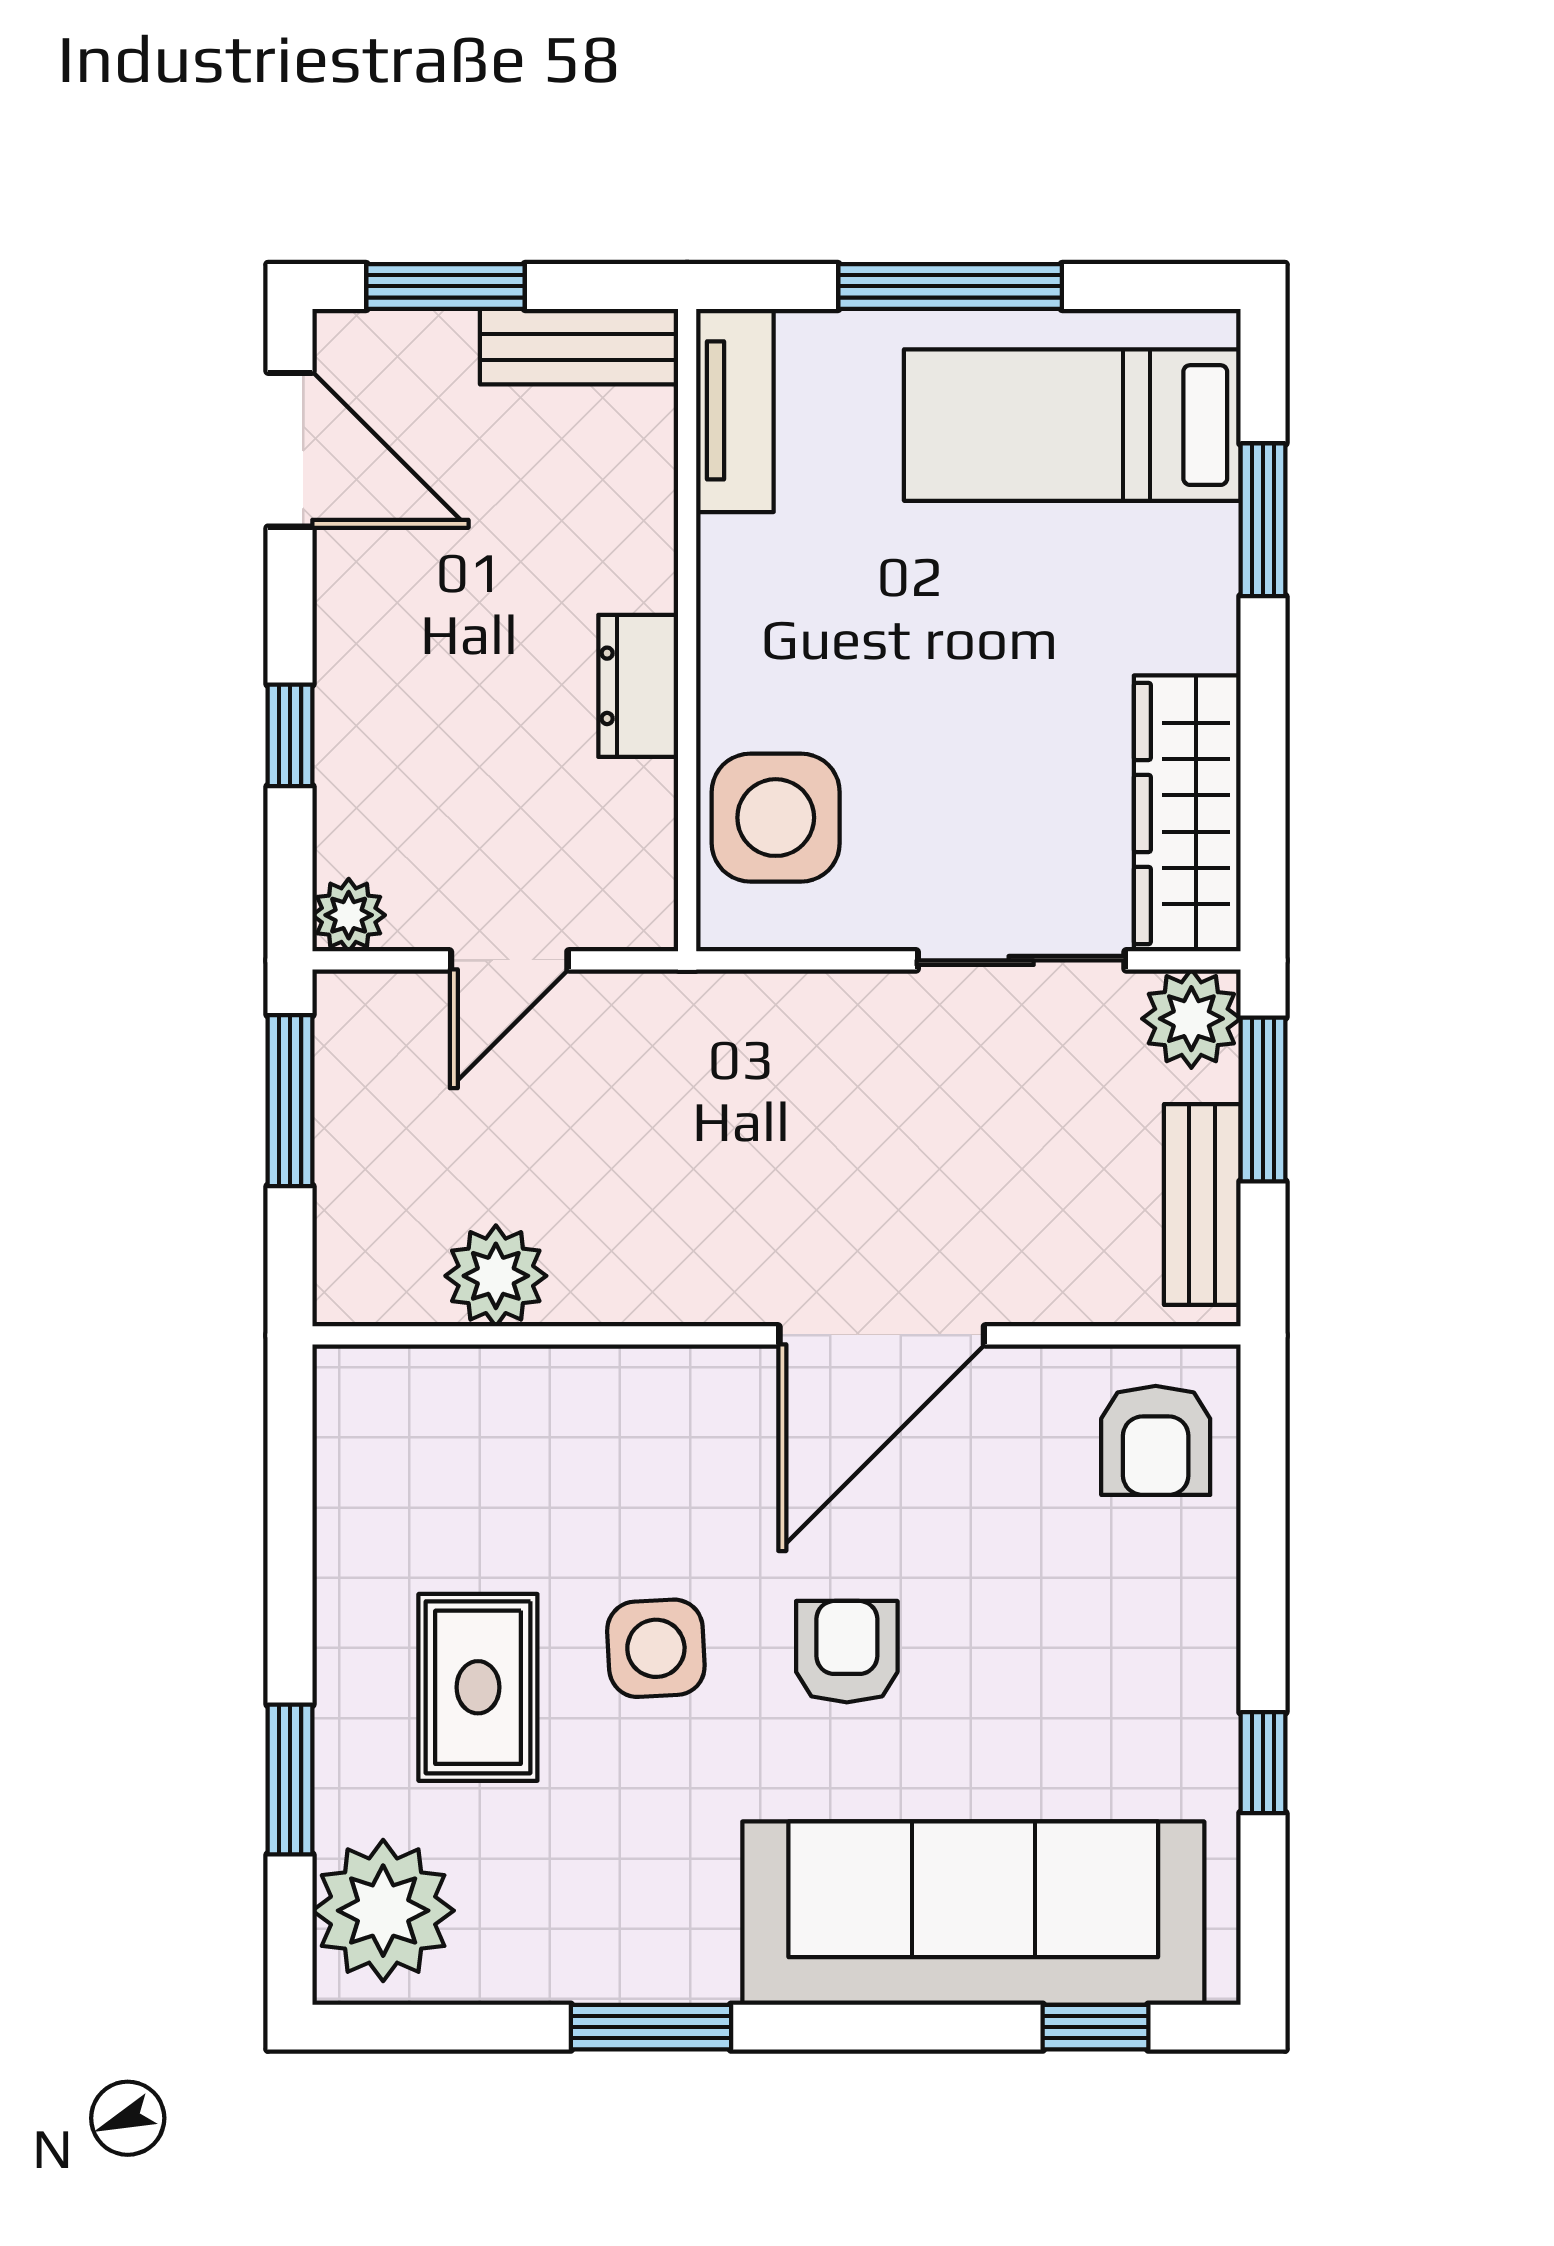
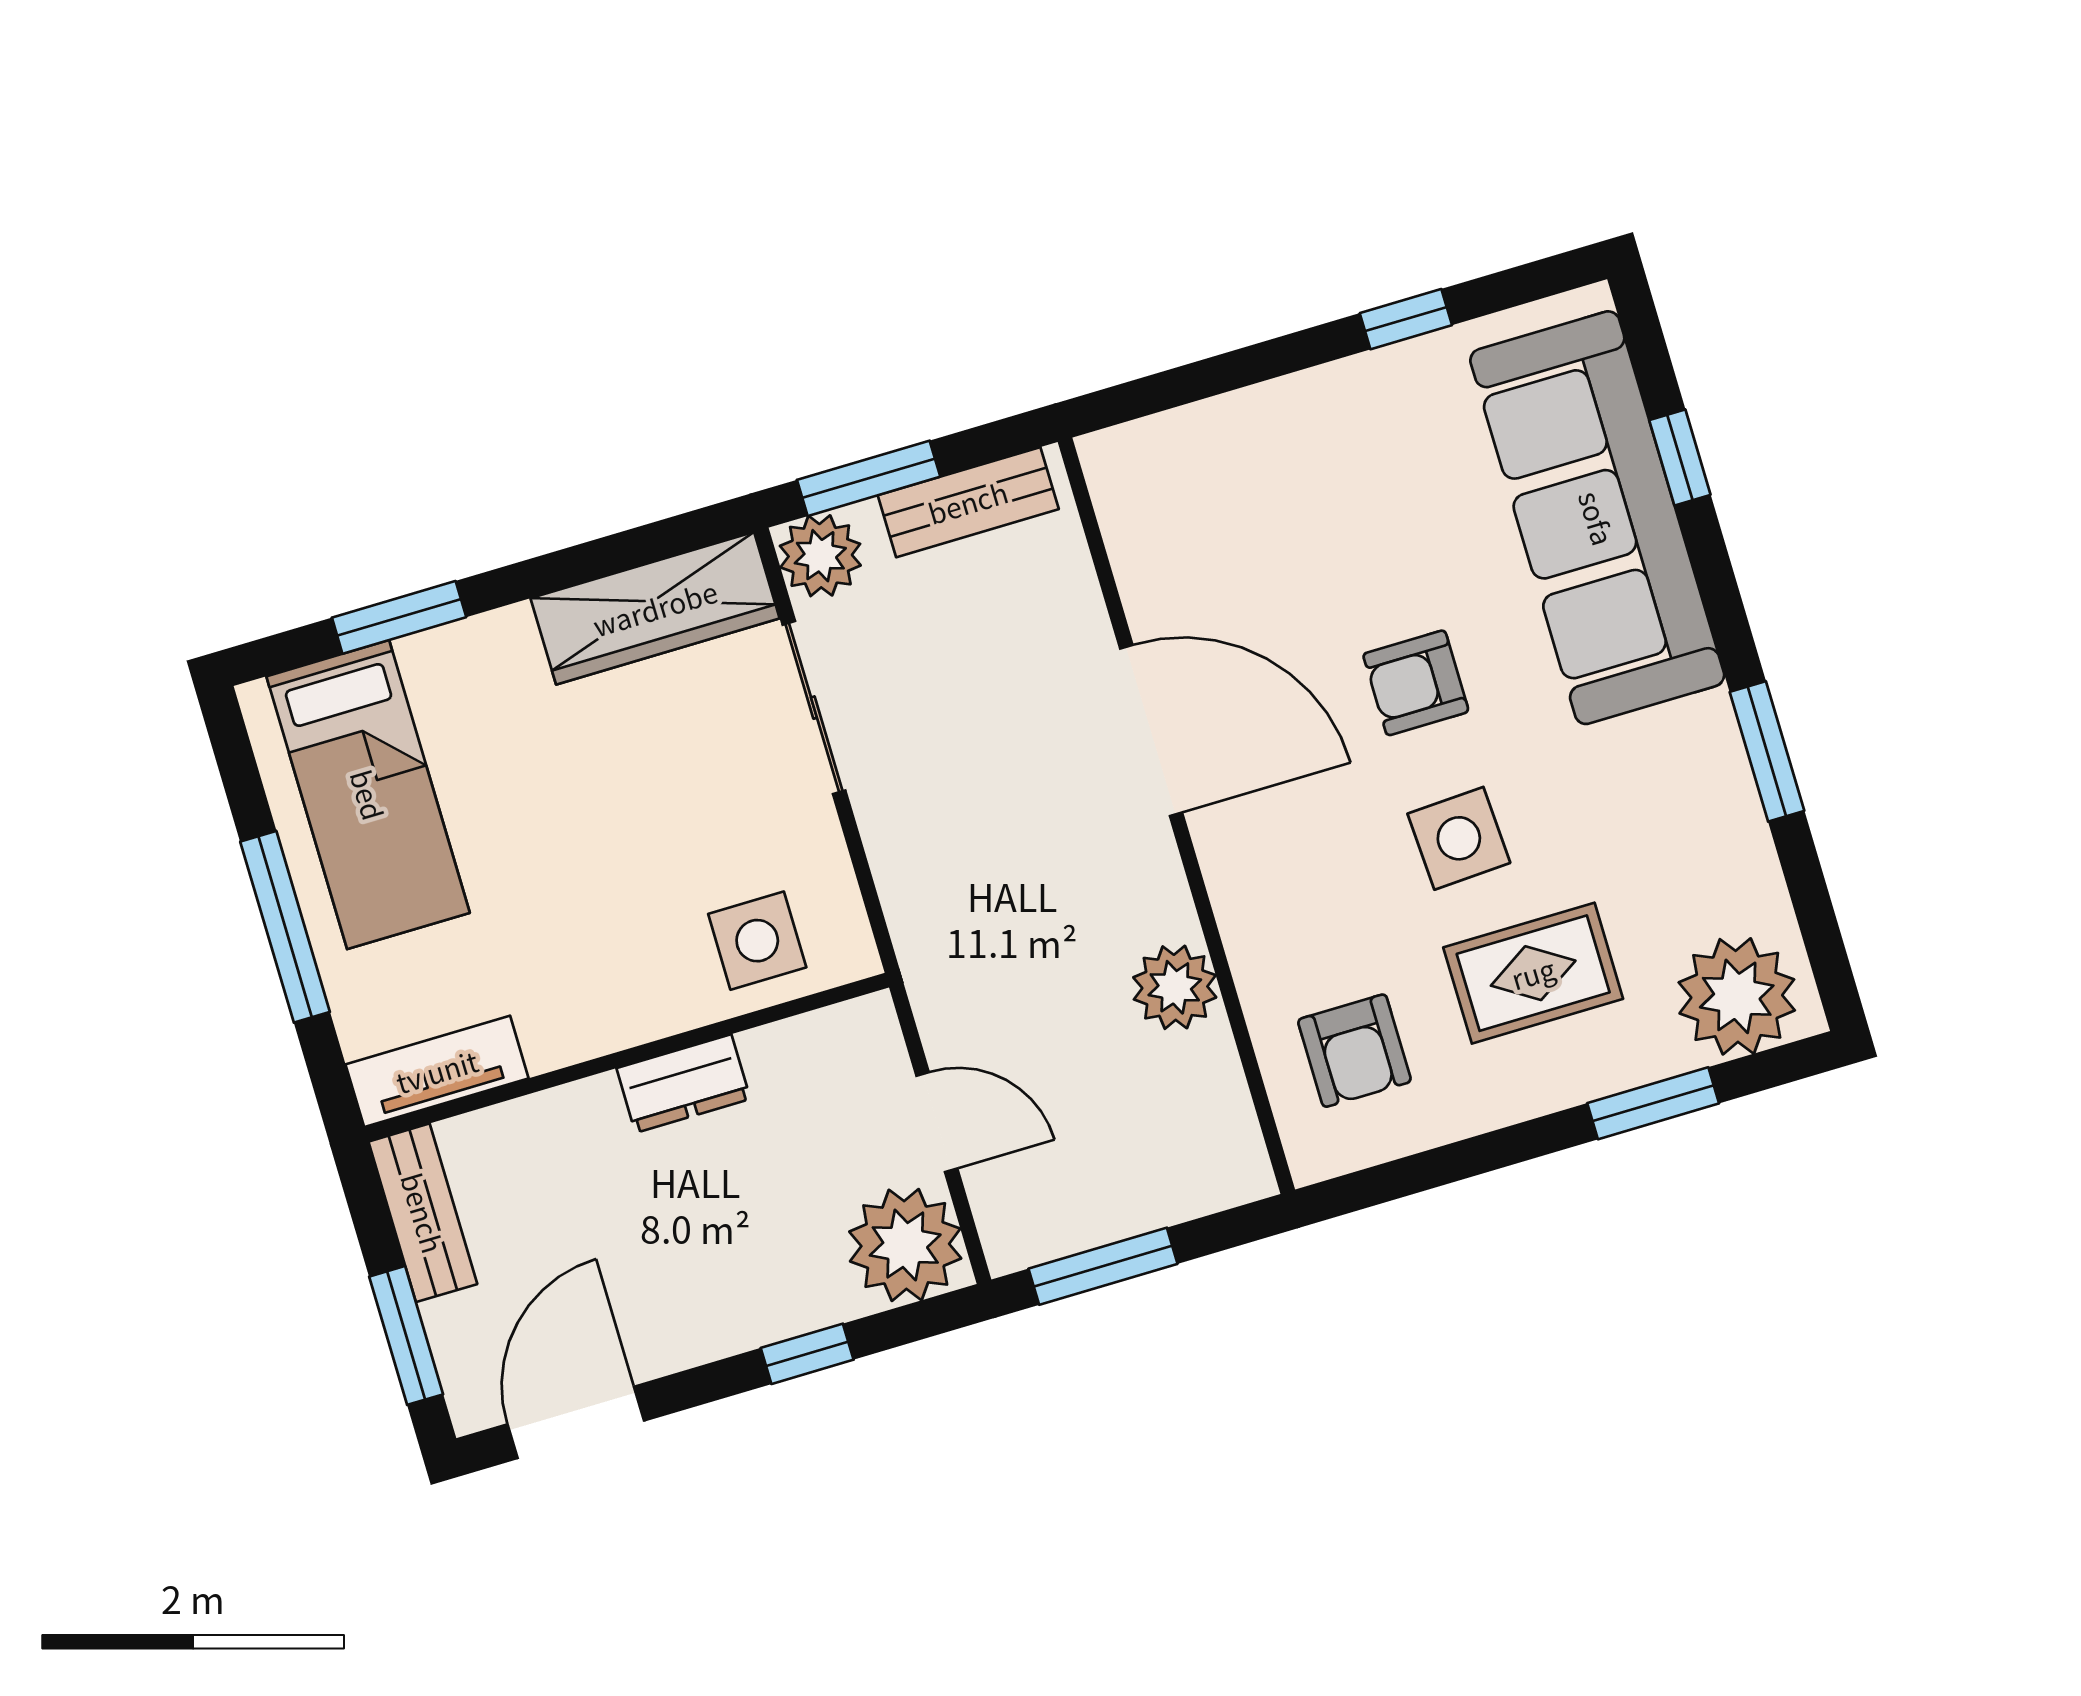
side table: (776, 818) -> (757, 941), width x0.73, depth x0.73
plant: (349, 915) -> (905, 1245), width x1.88, depth x1.88
plant: (496, 1276) -> (1175, 987), moved
armchair: (1156, 1440) -> (1354, 1051), moved, turned 90
window: (1096, 2027) -> (1680, 457), moved

